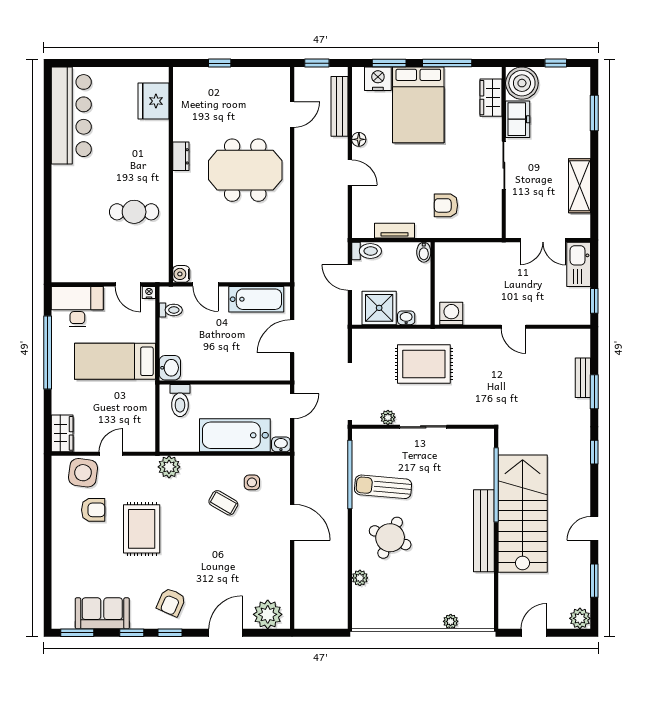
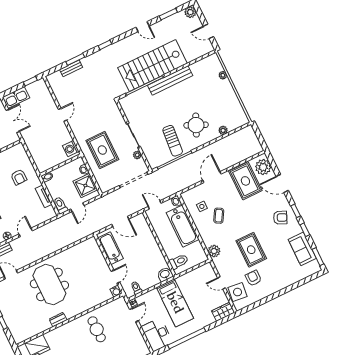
rug: (142, 529) -> (251, 250), turned 90
rug: (259, 574) -> (245, 181), added

